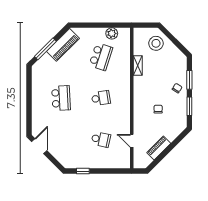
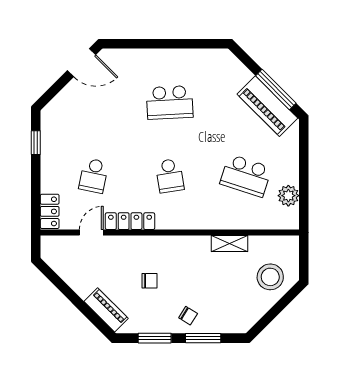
window: (45, 49) -> (276, 89), moved
locker: (126, 120) -> (130, 221), added
piano: (159, 148) -> (106, 310), moved
locker: (120, 163) -> (50, 211), added

